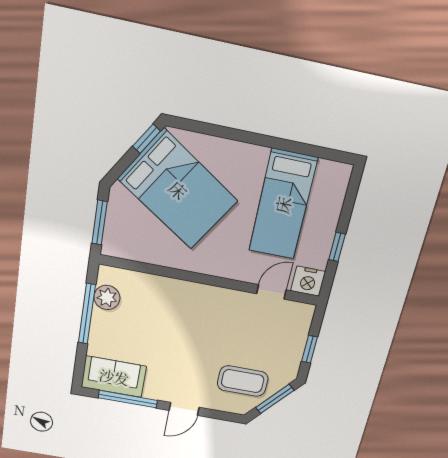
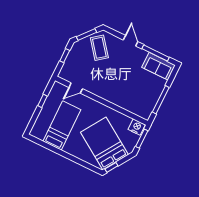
nightstand: (308, 281) -> (137, 127), moved
plant: (107, 298) -> (149, 105), removed
coffee table: (243, 381) -> (99, 48), turned 52
door: (184, 409) -> (131, 41), hinge flipped

